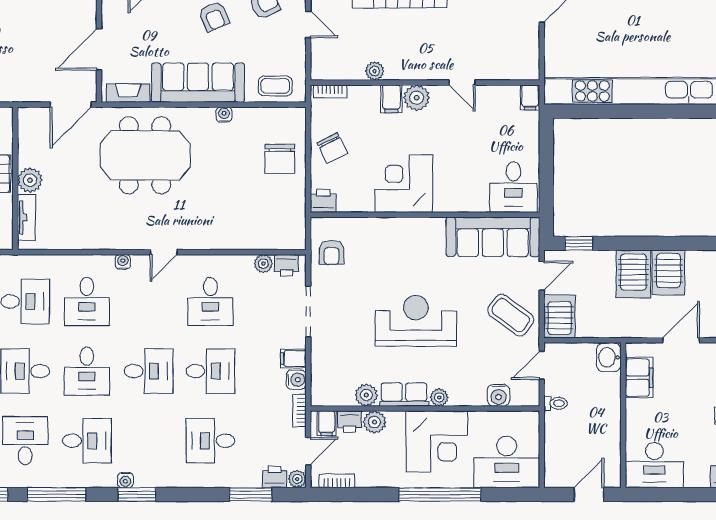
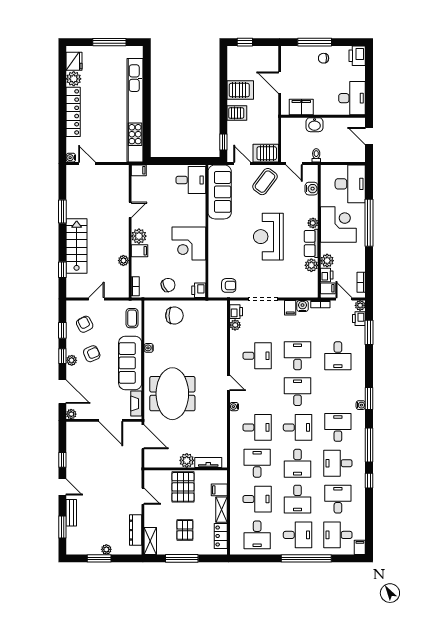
server rack: (633, 274) -> (237, 113), width x0.73, depth x0.70
washbasin: (609, 357) -> (315, 125), moved

